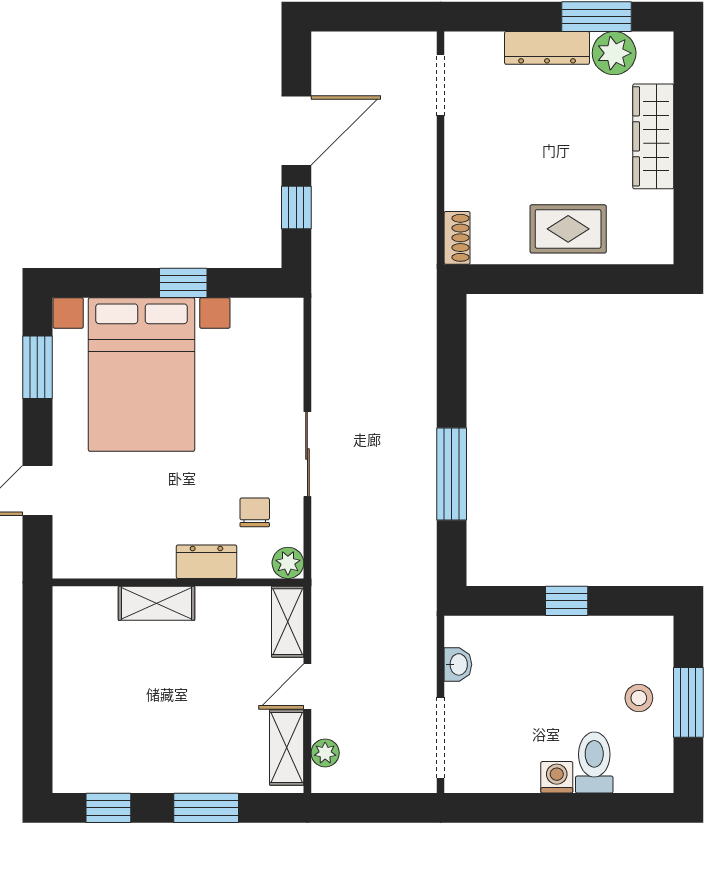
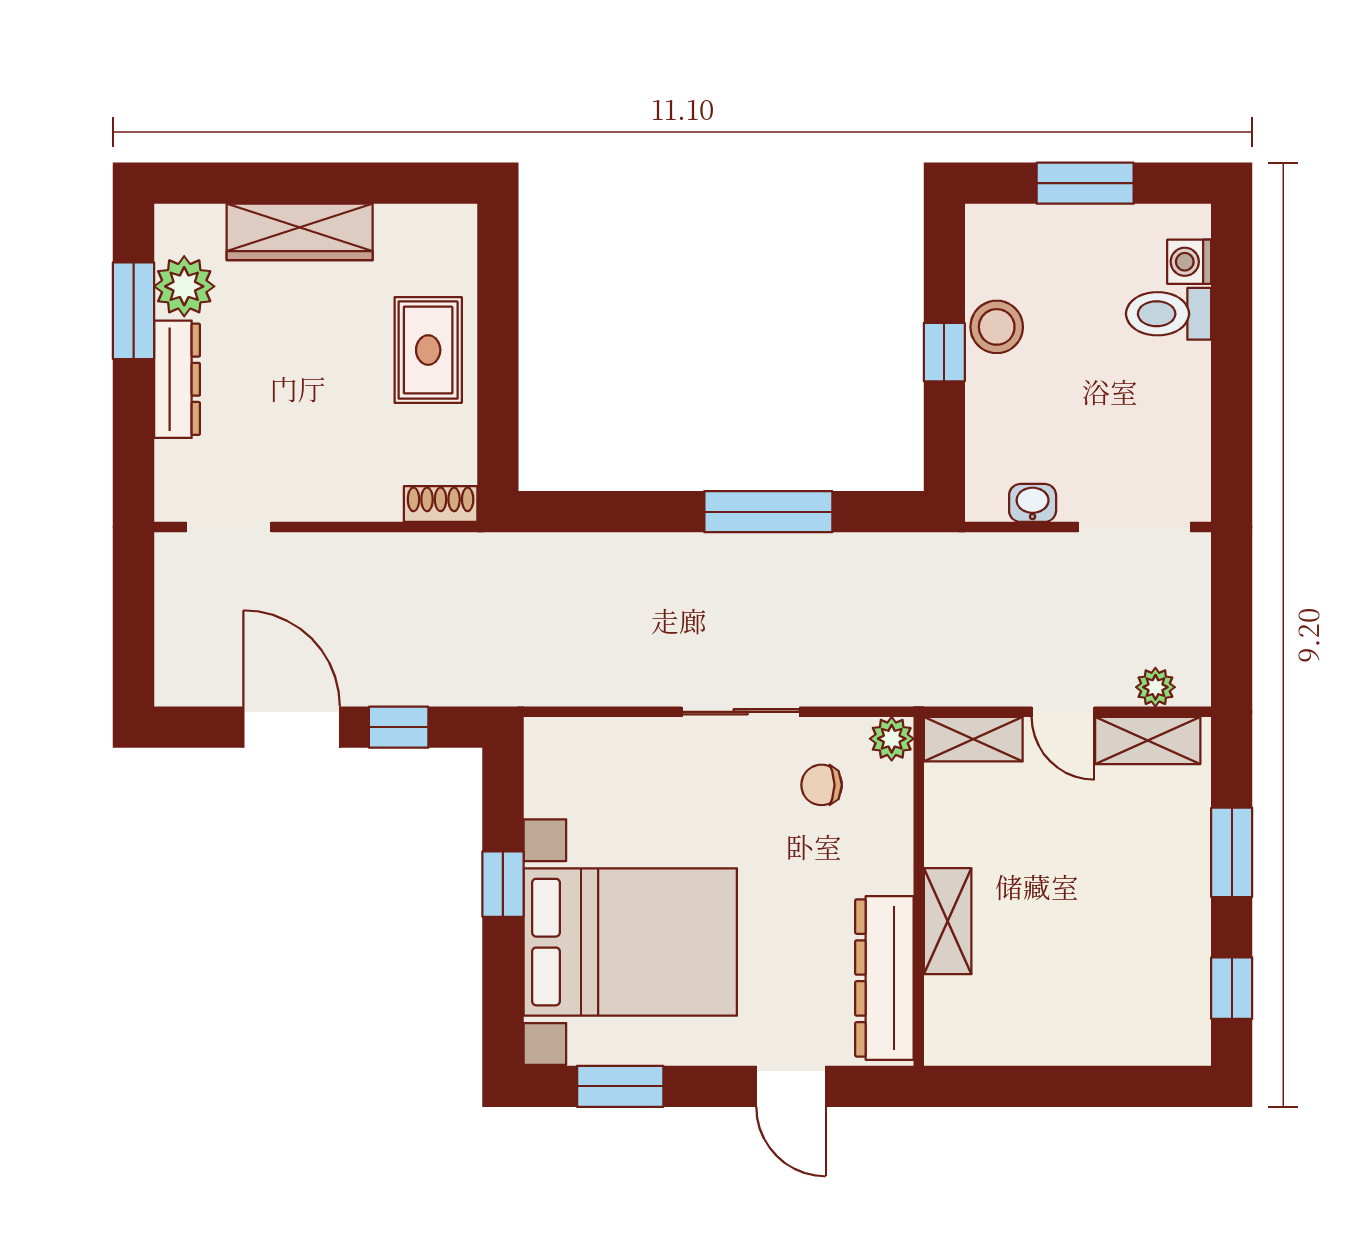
dresser: (206, 562) -> (884, 978), moved, width x1.96, depth x1.24
stool: (639, 698) -> (997, 327), moved, width x1.37, depth x1.37
washing machine: (557, 777) -> (1189, 262), moved

